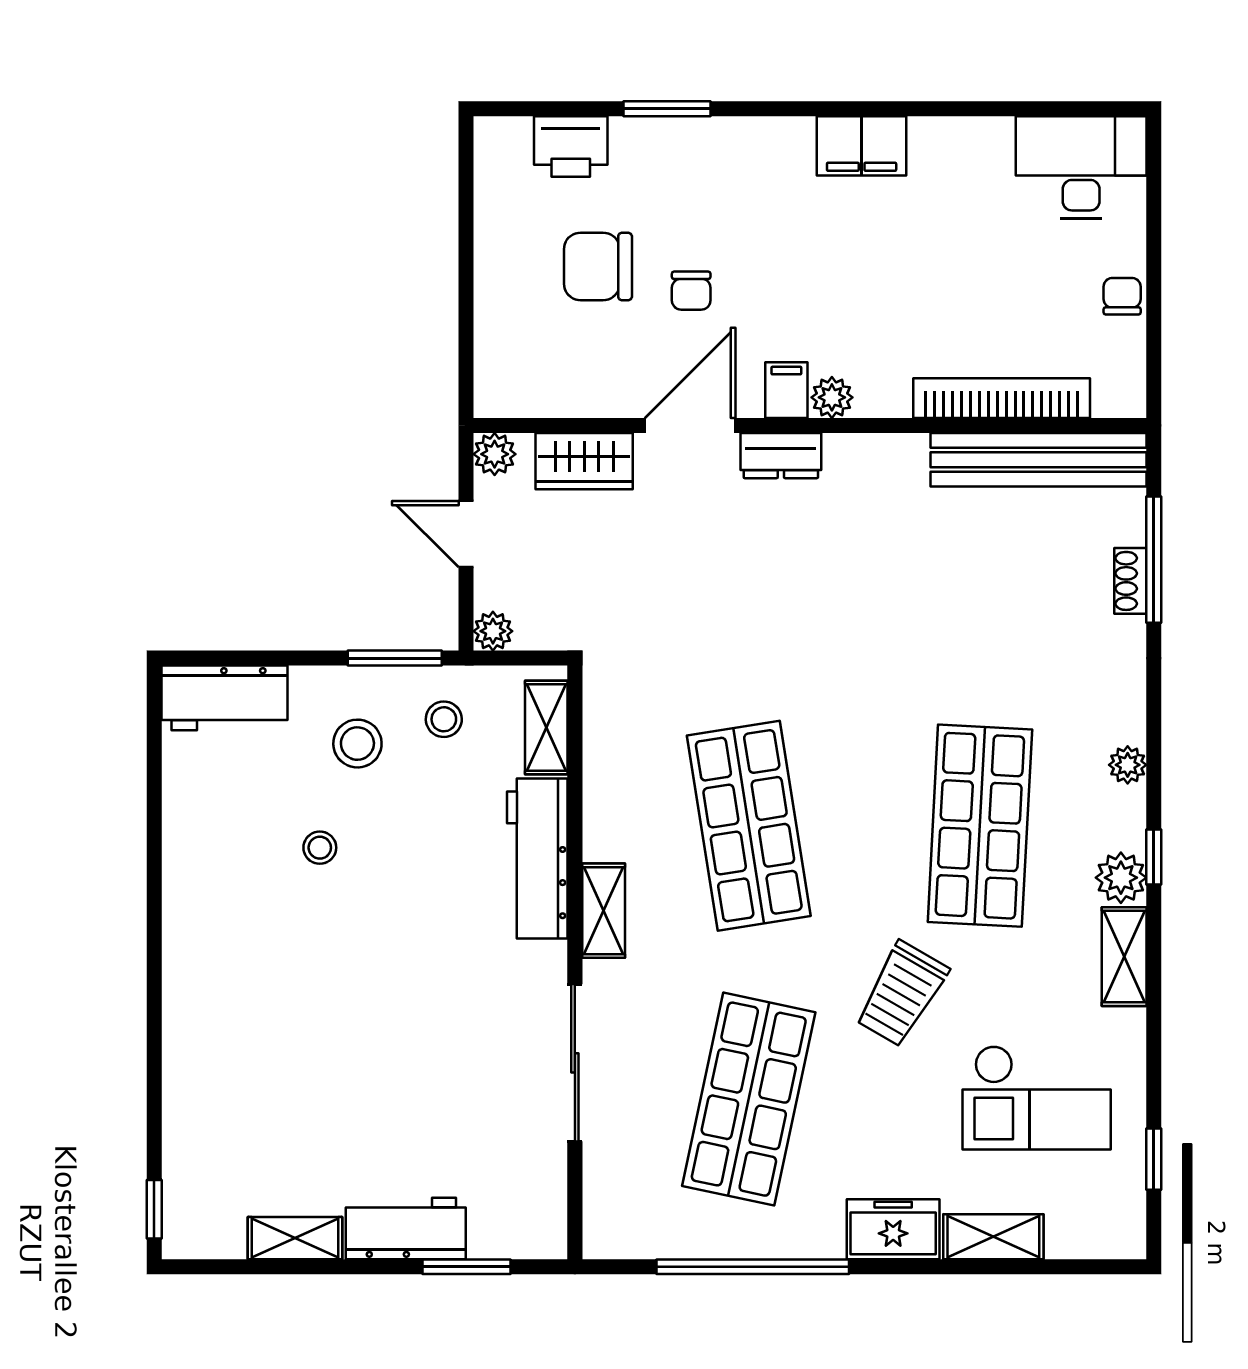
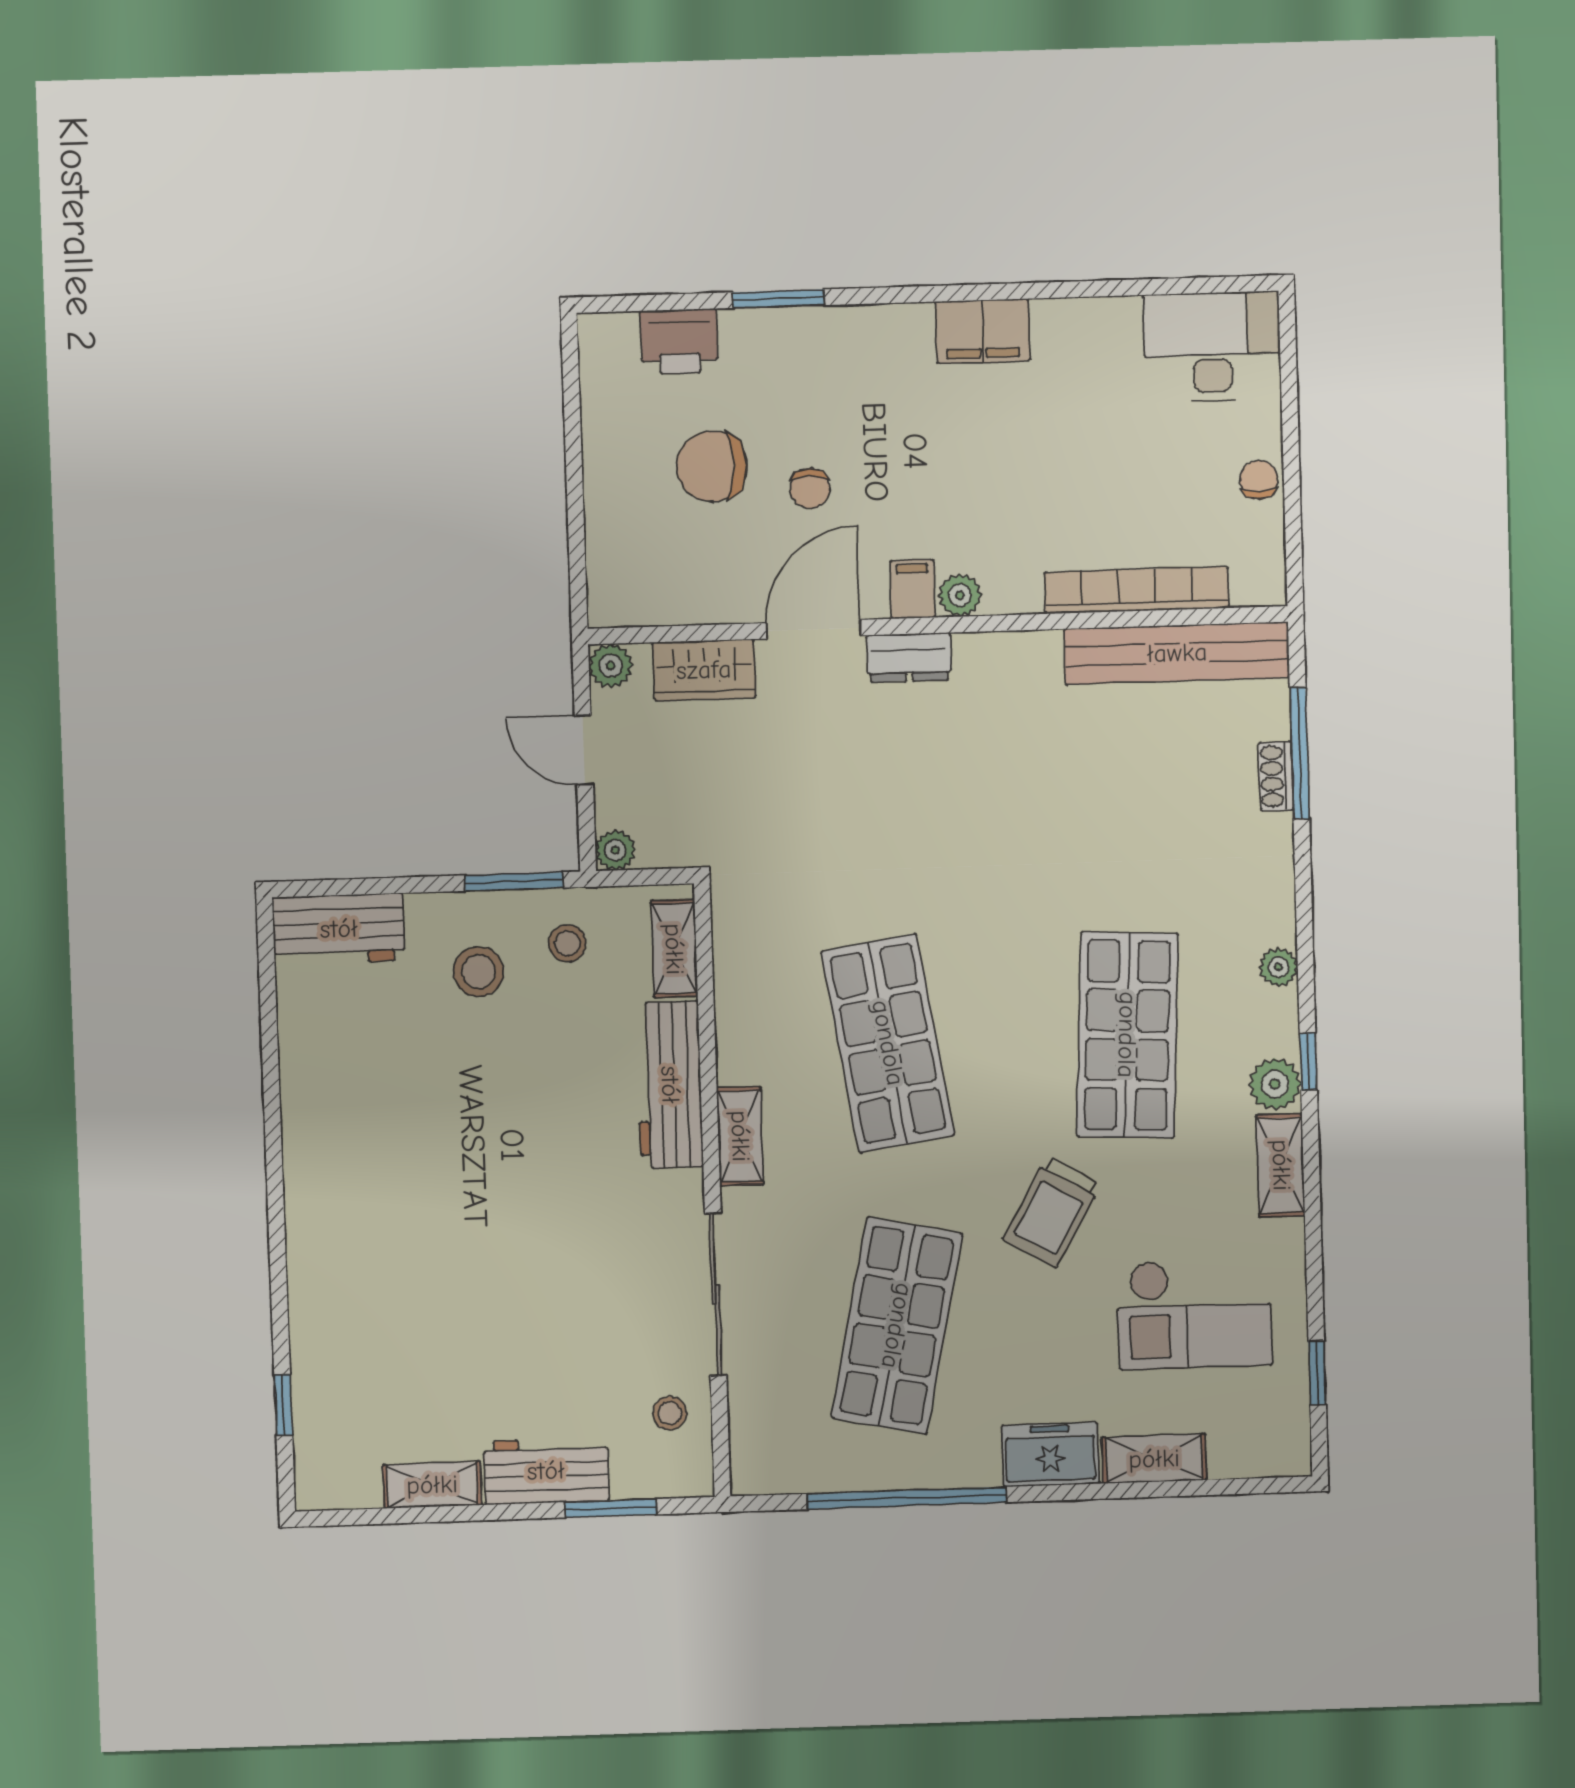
stool: (320, 848) -> (670, 1413), moved
window: (154, 1209) -> (283, 1405), moved

